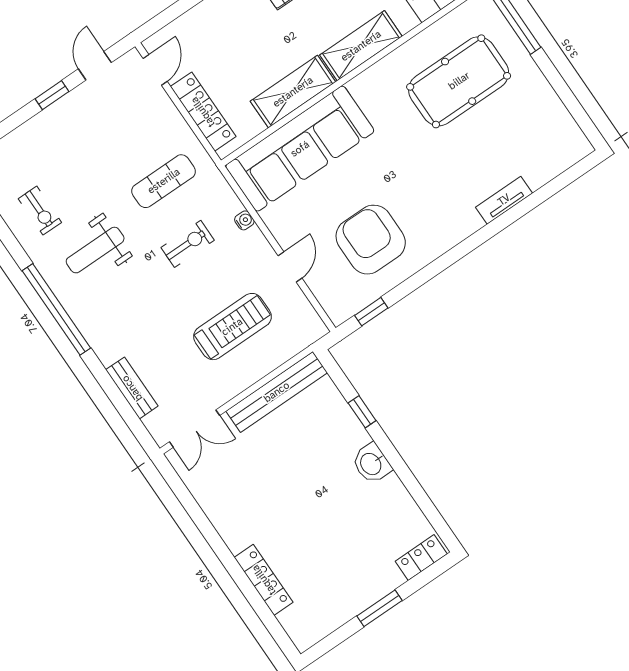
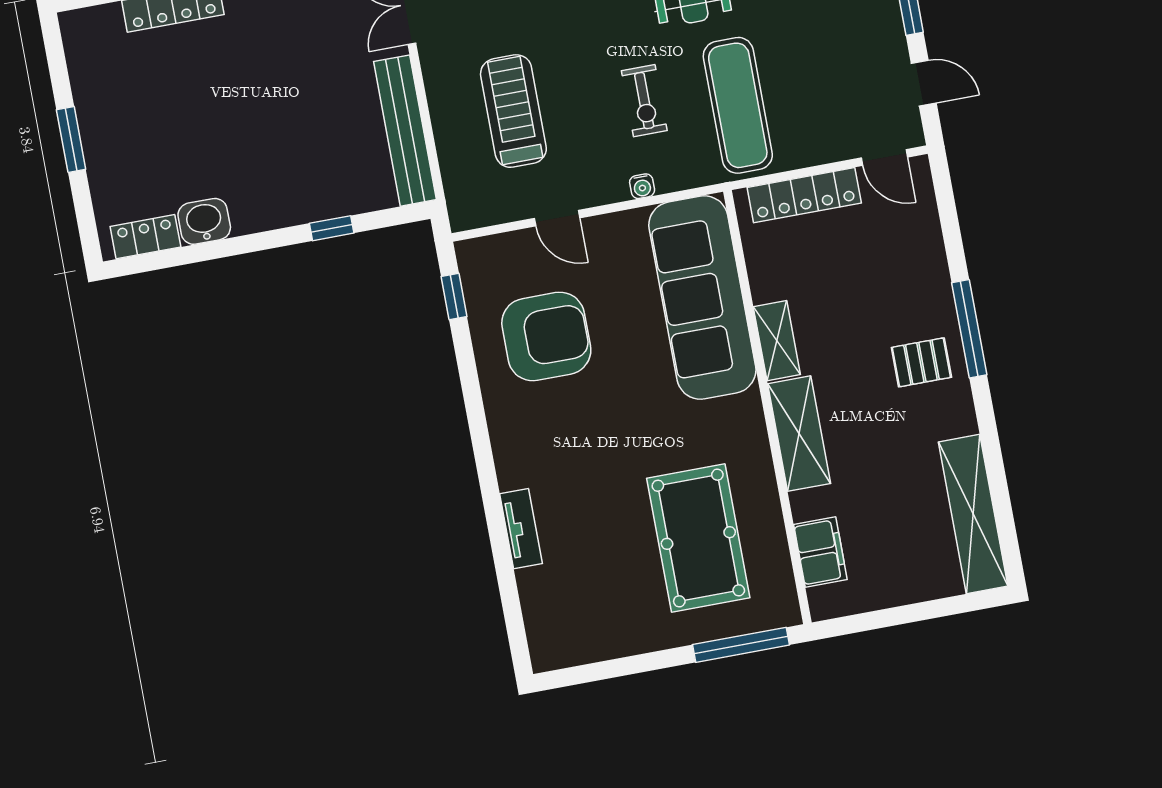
shelving: (293, 92) -> (777, 341), width x0.67, depth x0.75
exercise mat: (164, 181) -> (738, 105), width x1.36, depth x1.45
treadmill: (232, 327) -> (513, 111), turned 180
washbasin: (371, 463) -> (204, 221), moved
locker: (421, 558) -> (145, 237), moved, turned -90

